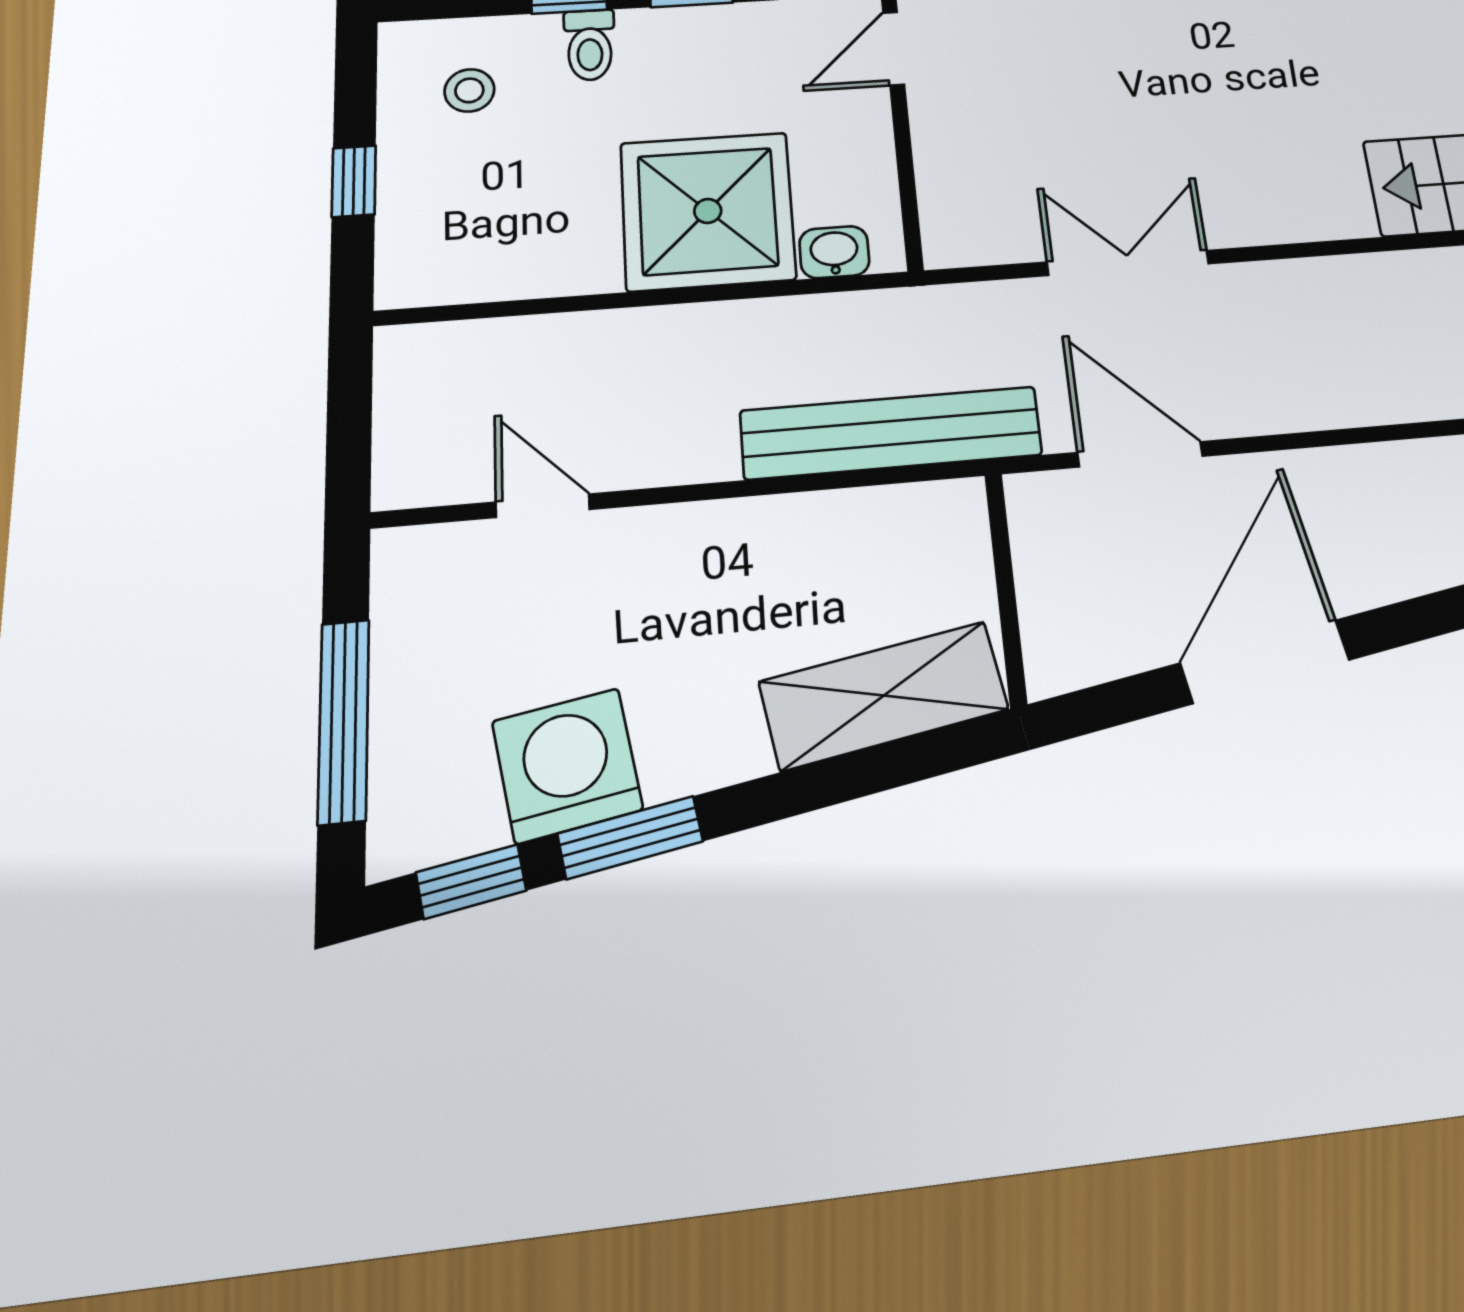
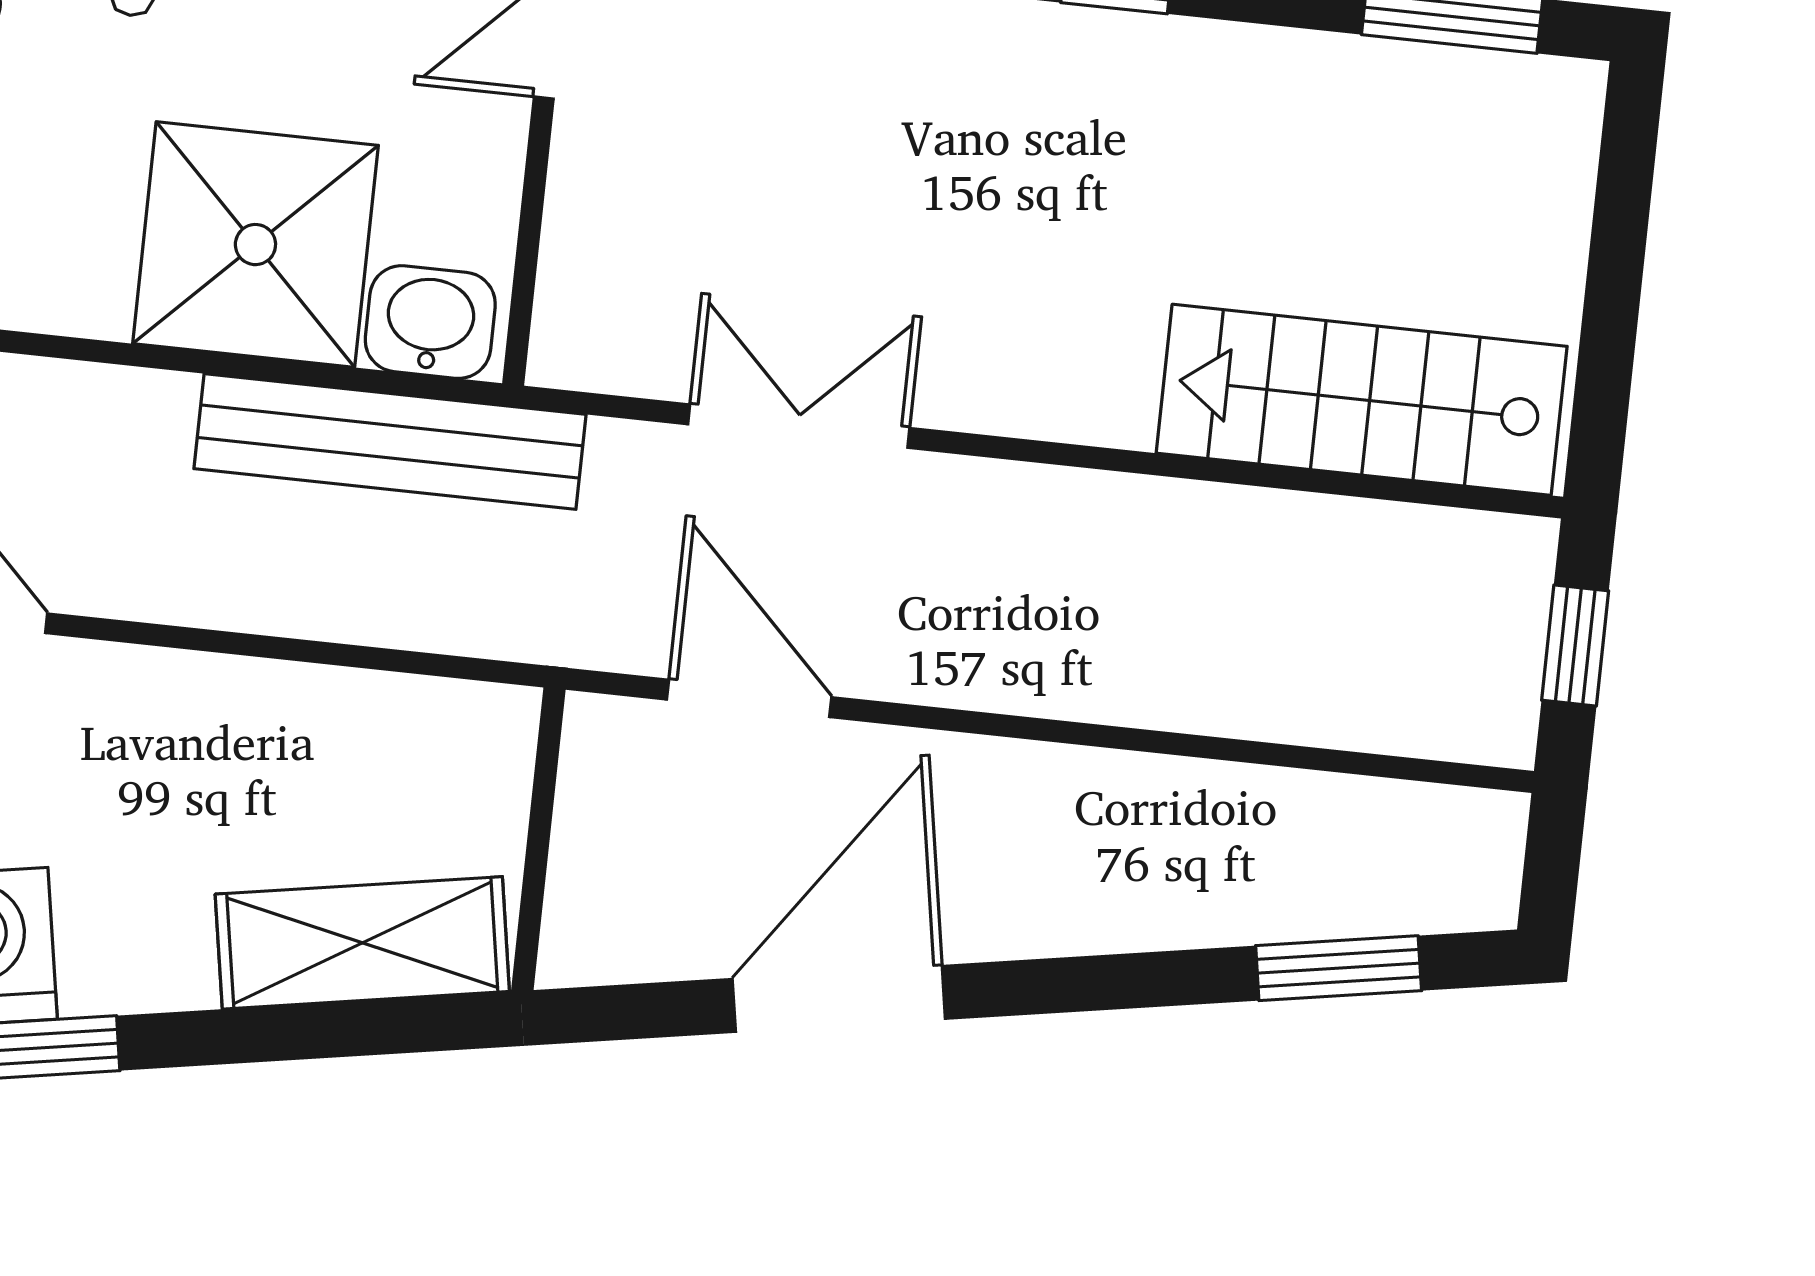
washbasin: (834, 252) -> (430, 322), width x1.38, depth x1.45
bench: (891, 433) -> (390, 442), moved

